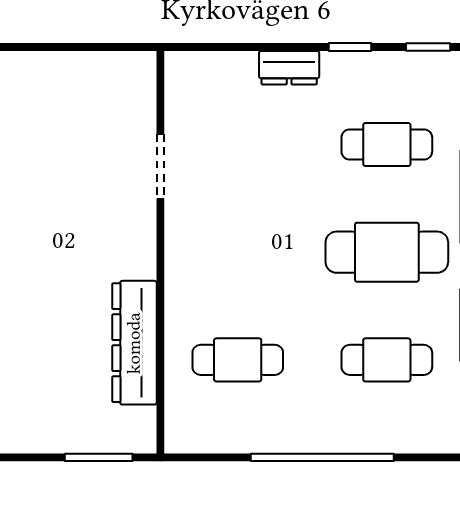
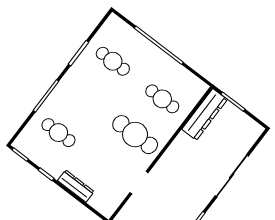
dresser: (289, 68) -> (76, 186), width x1.44
cafe table: (387, 252) -> (135, 135), moved
dresser: (134, 343) -> (204, 114), moved

